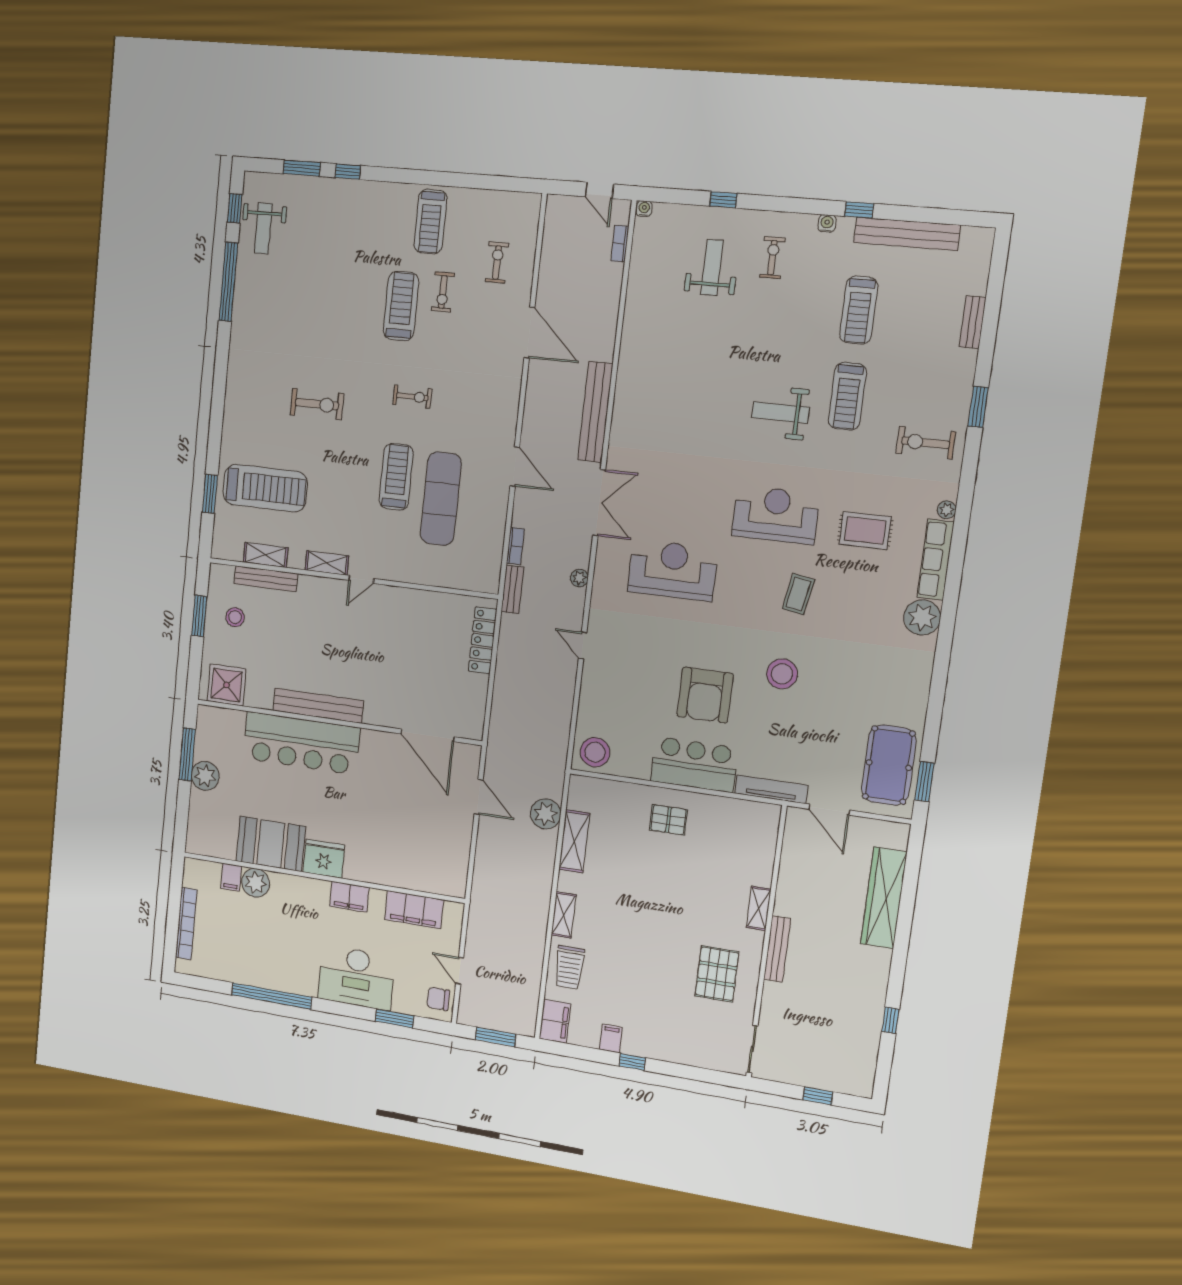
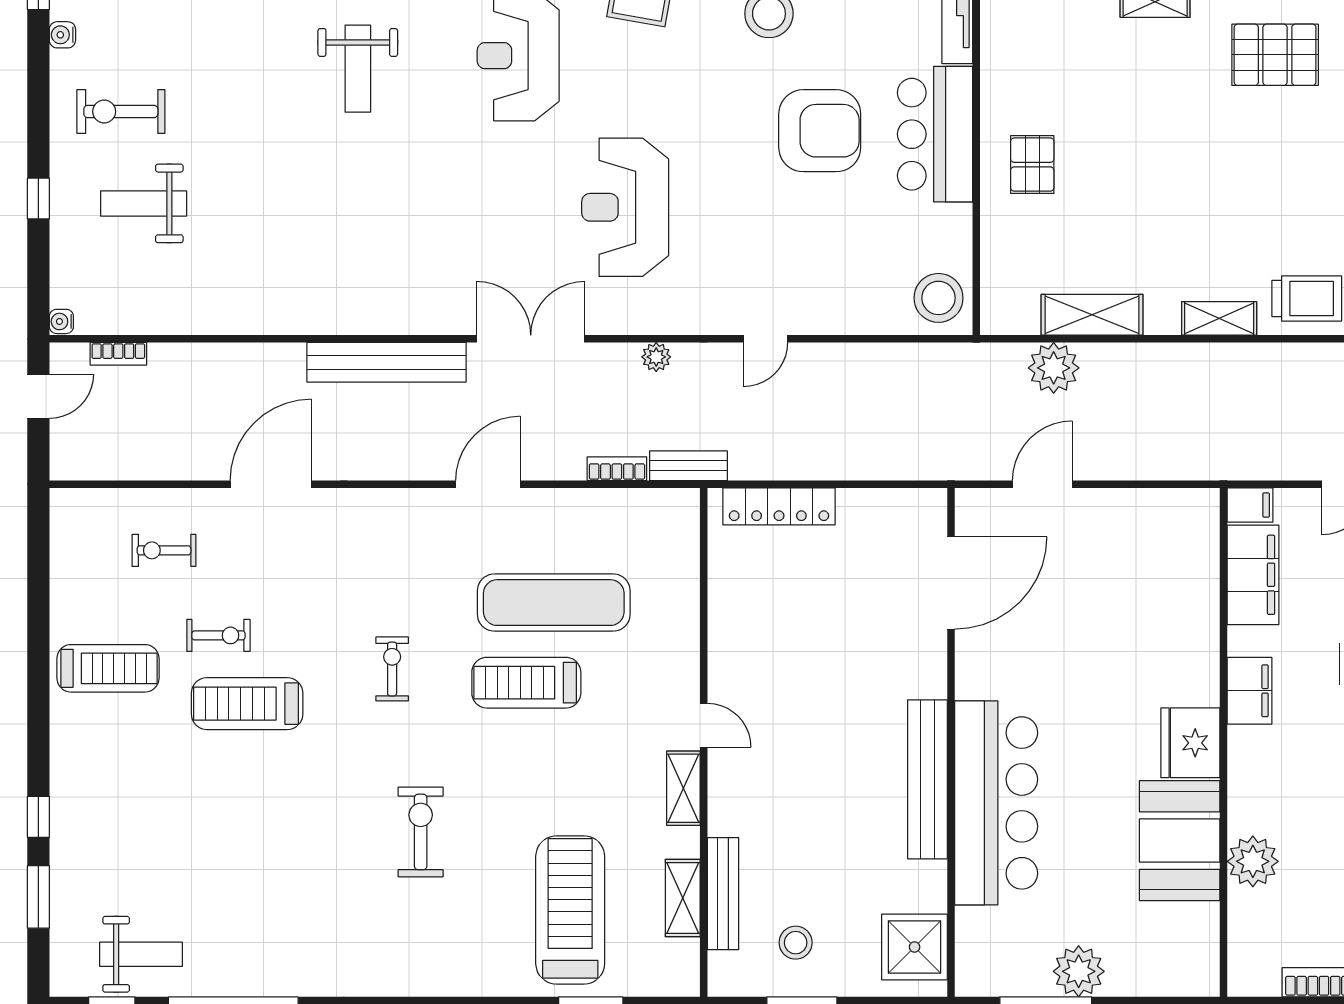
exercise bike: (772, 258) -> (121, 112), width x1.38, depth x1.39
filing cabinet: (231, 877) -> (1250, 505), moved

